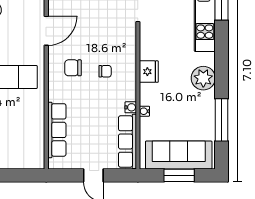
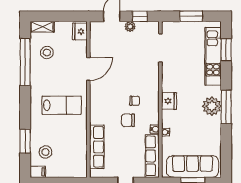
chair: (73, 68) -> (128, 120), moved
window: (222, 120) -> (226, 107), moved

